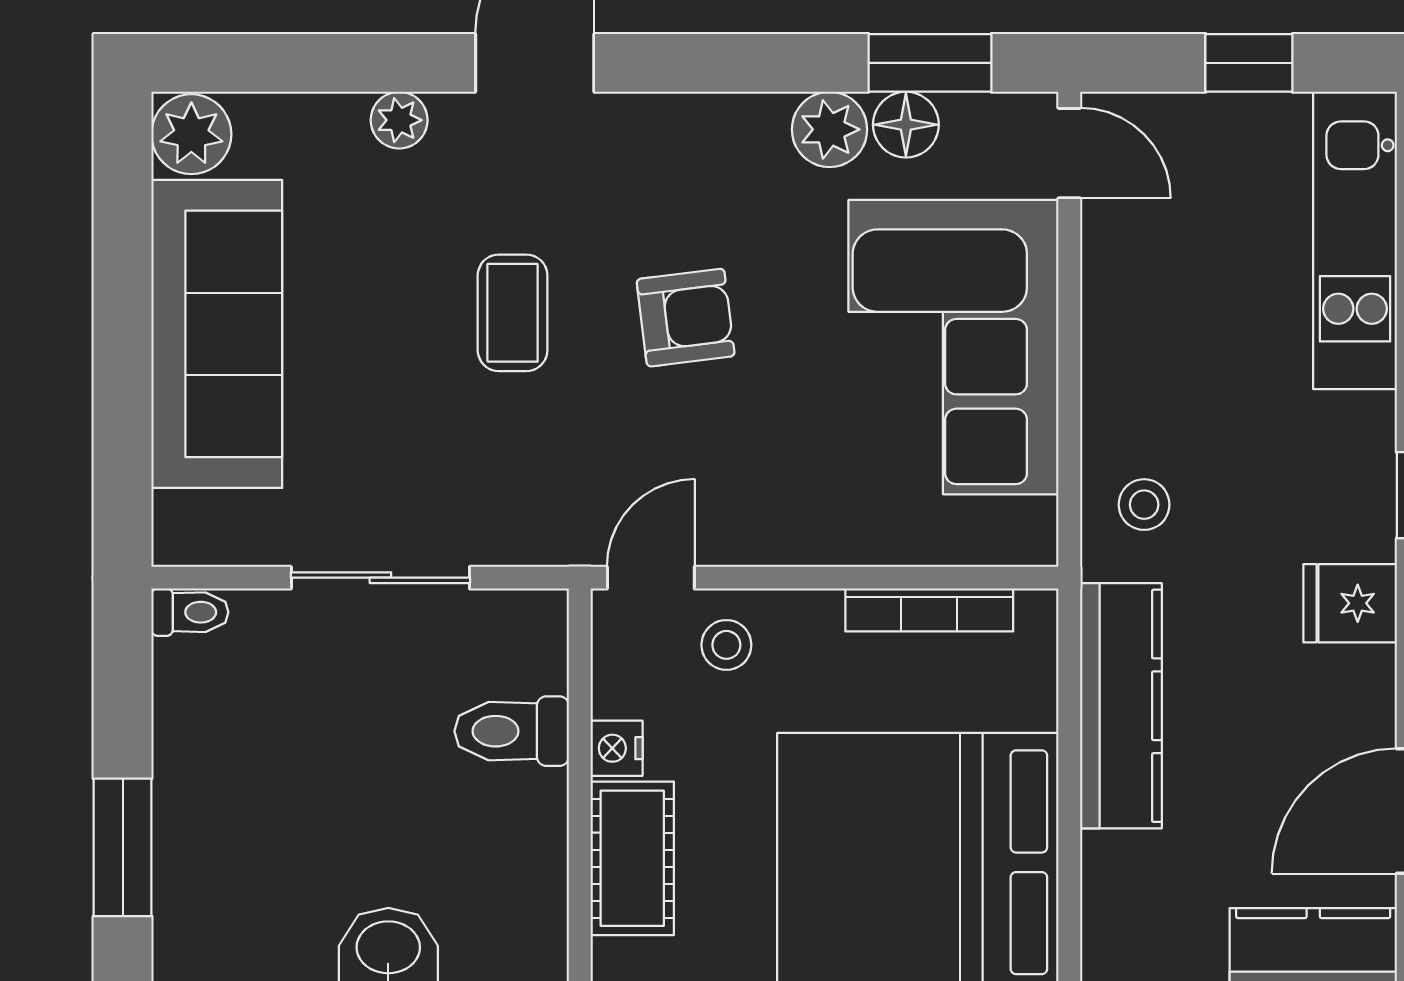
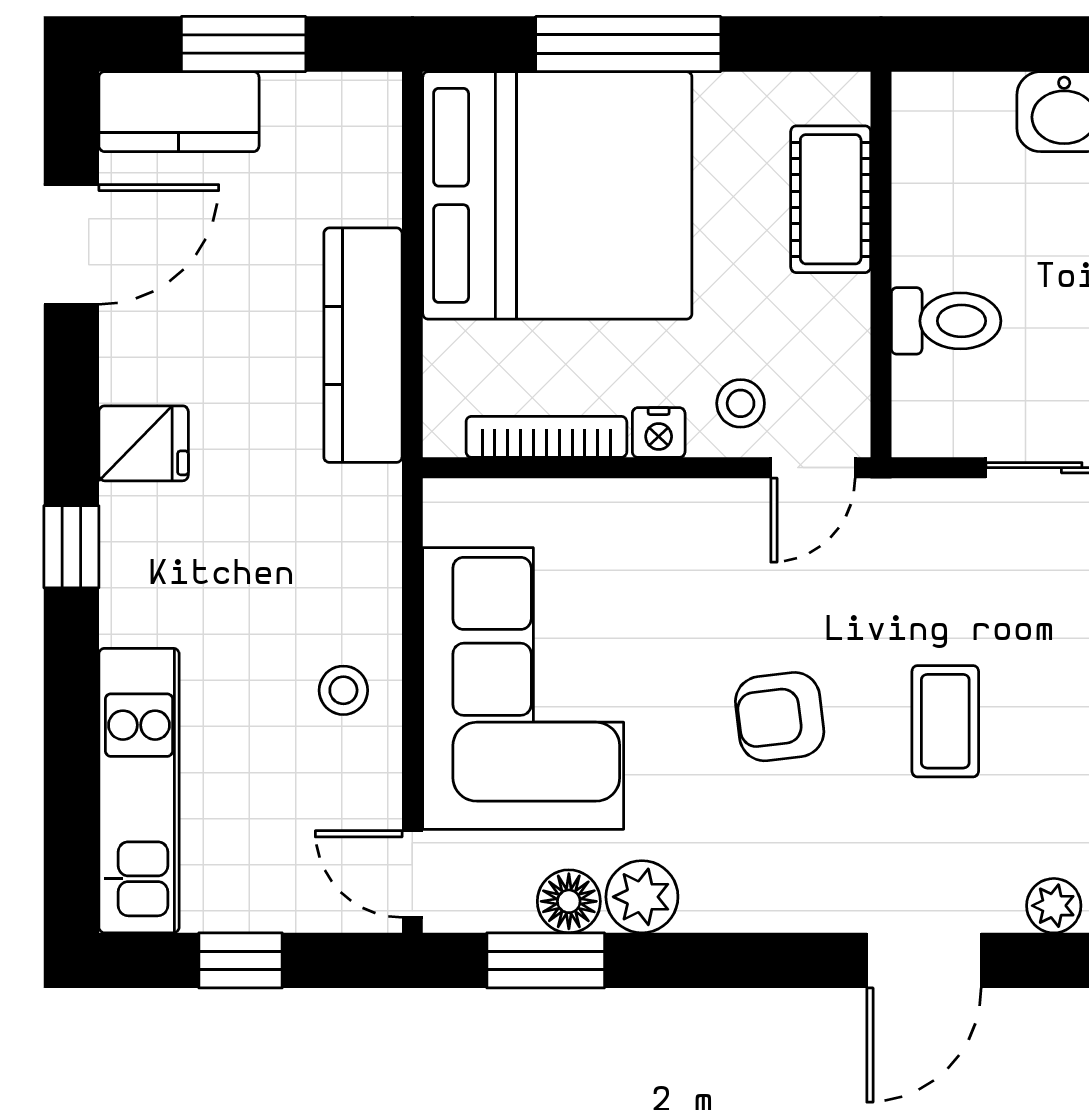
stool: (1144, 505) -> (343, 690), moved
nightstand: (617, 748) -> (659, 433), moved, turned 90

